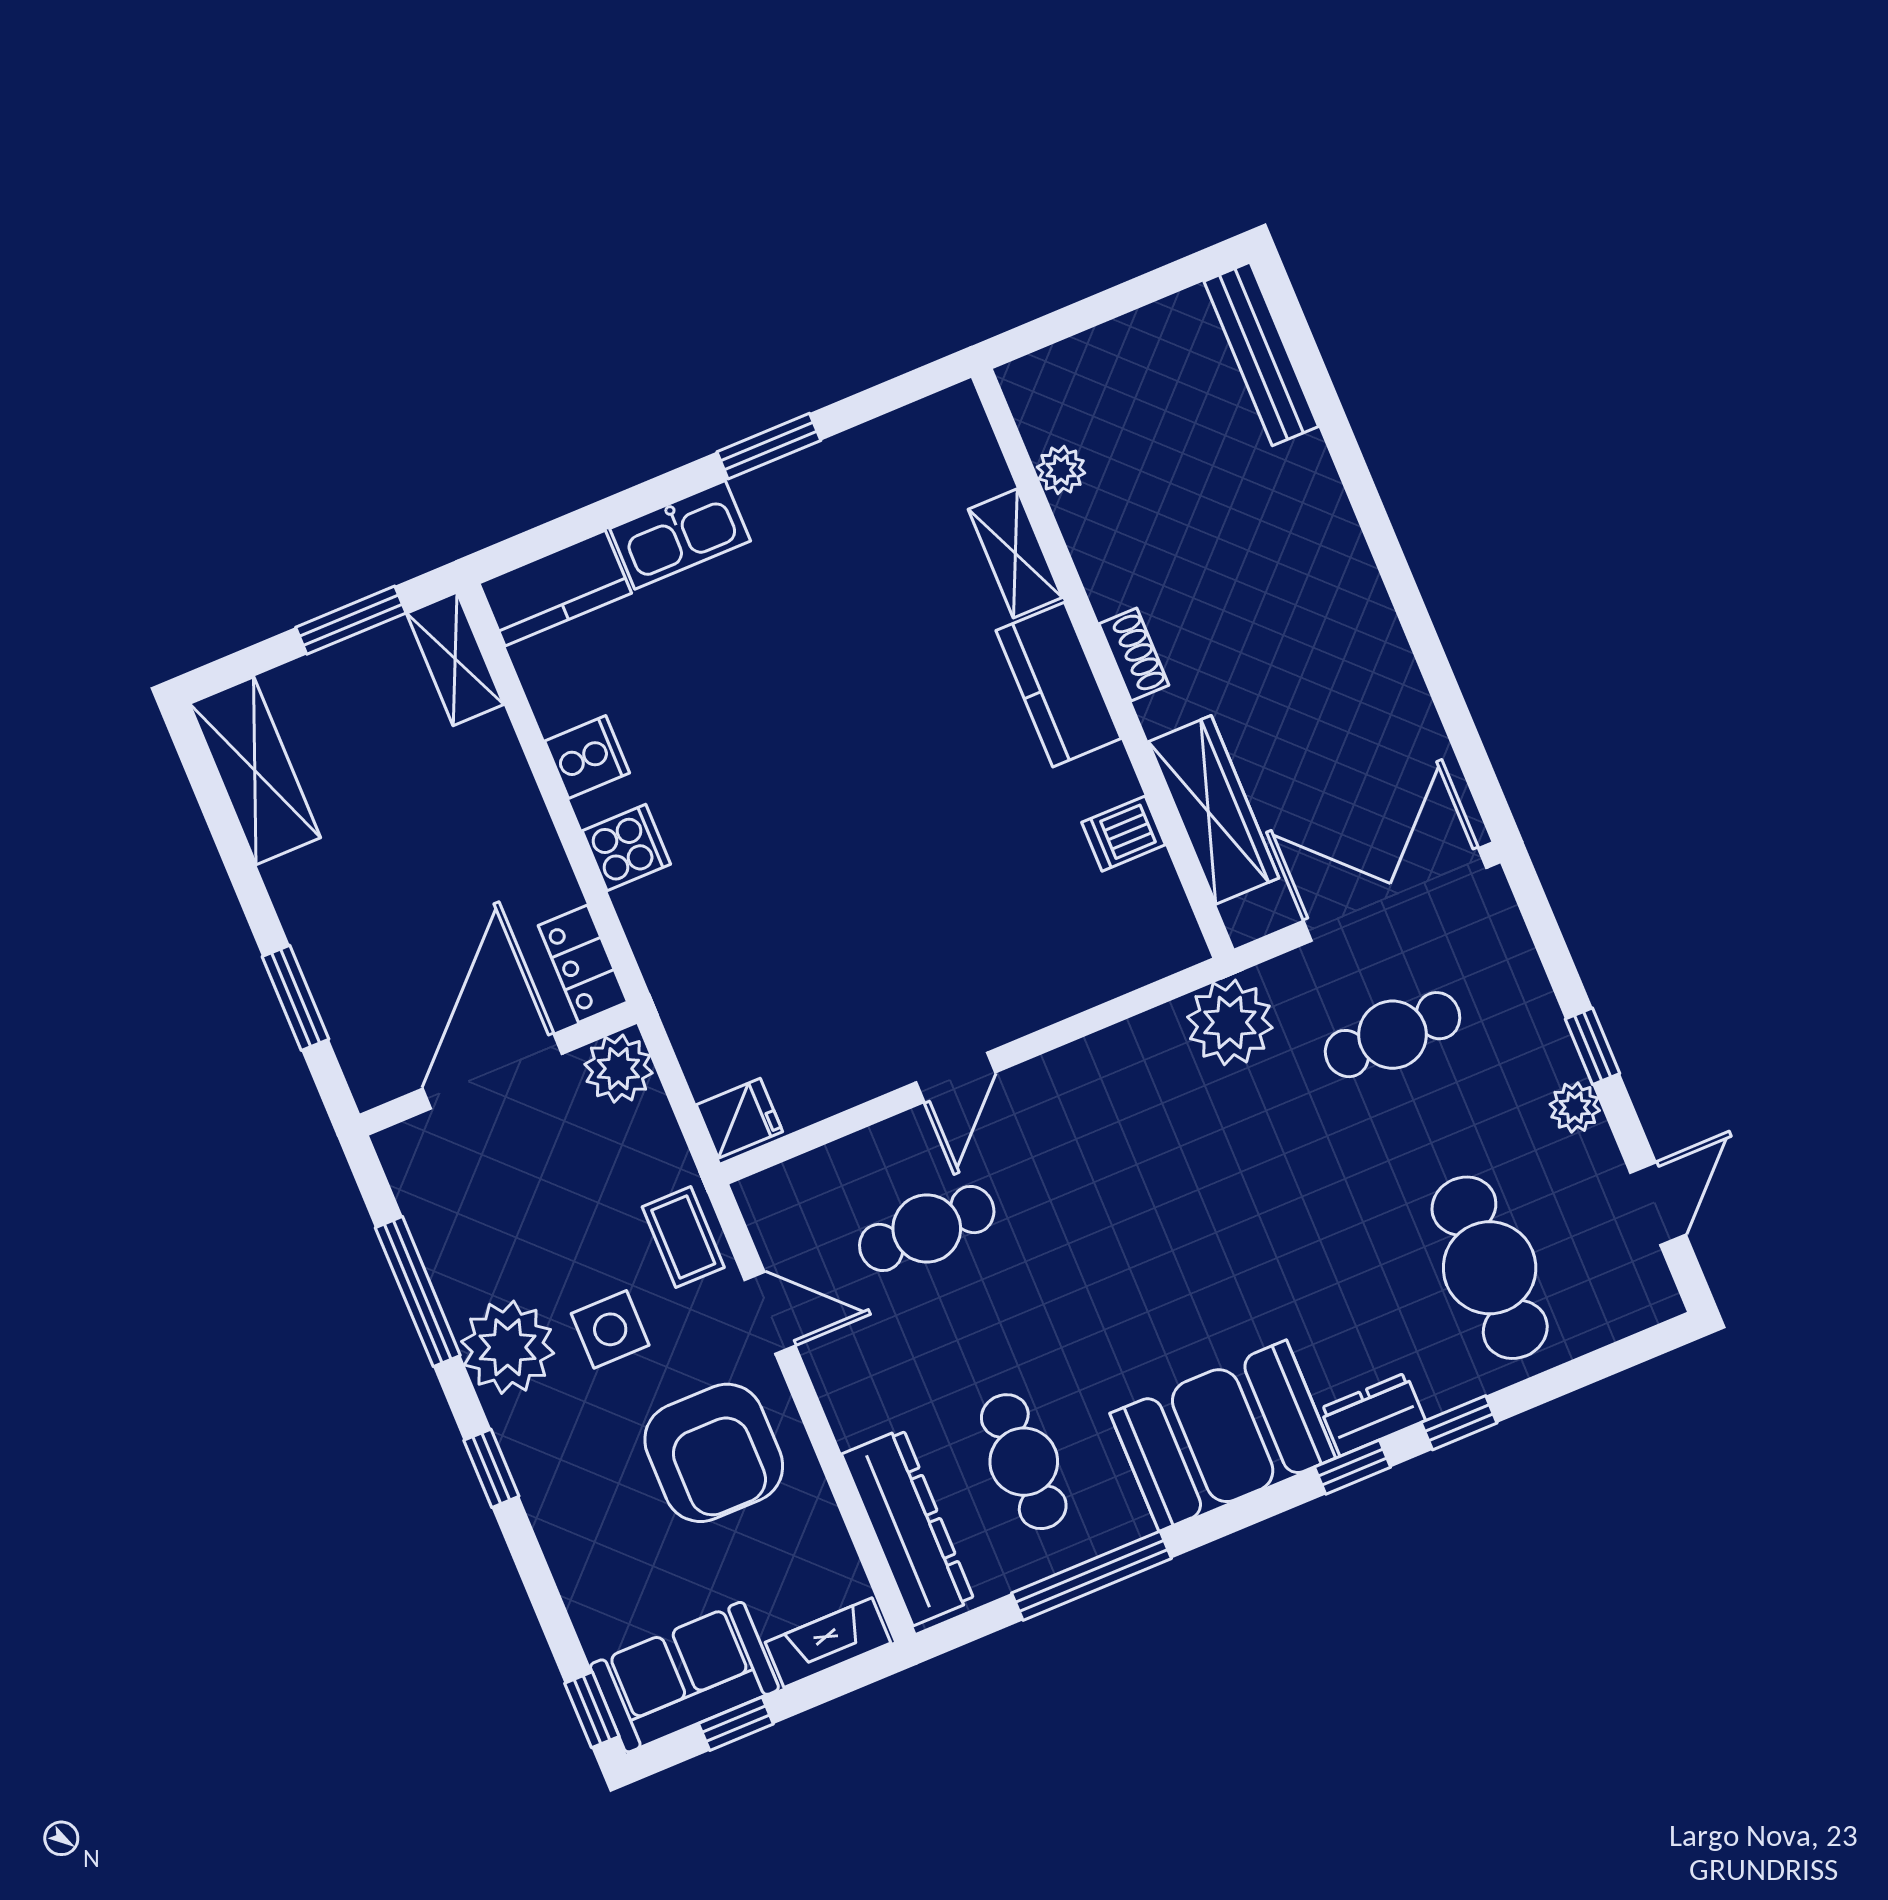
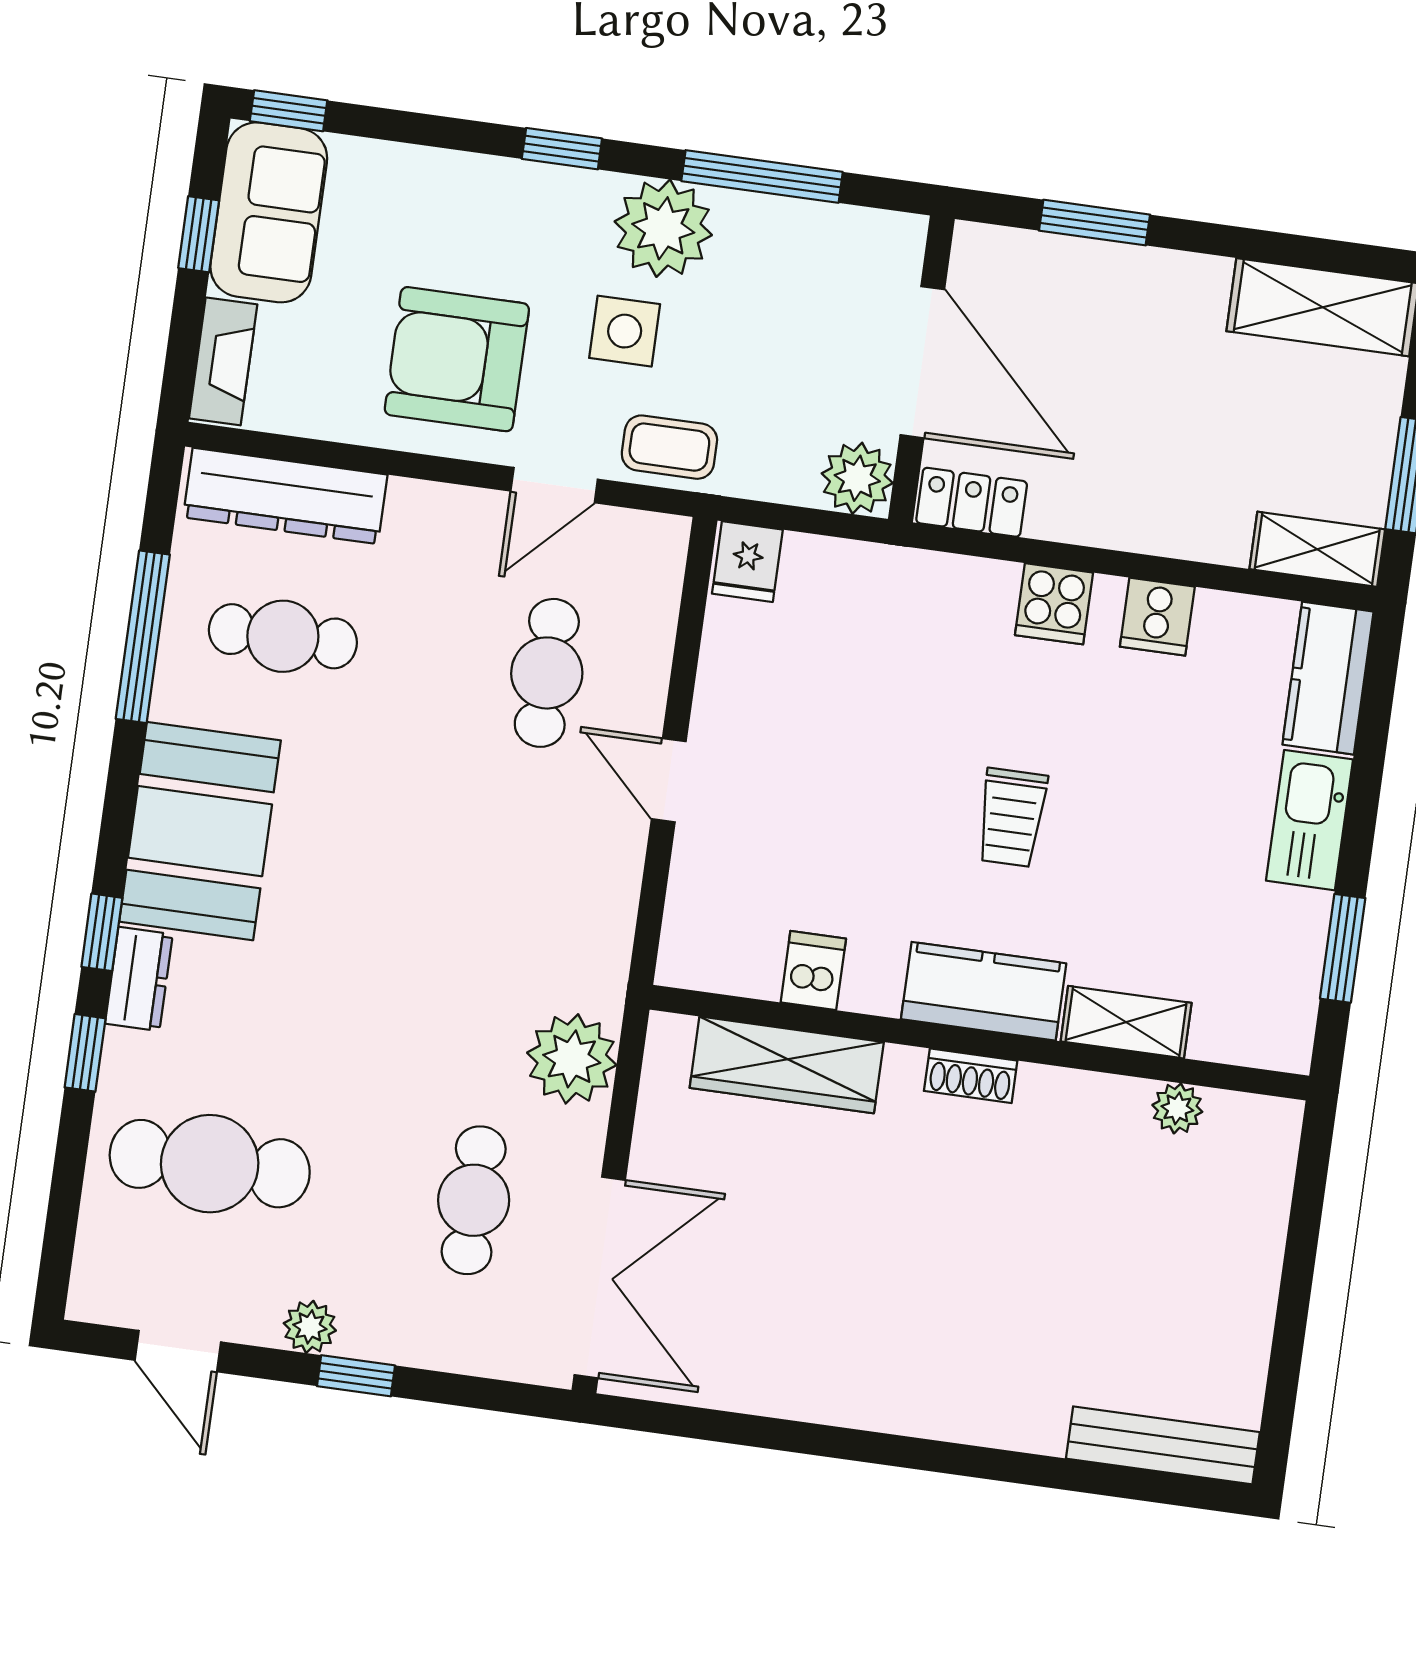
plant: (1061, 470) -> (1177, 1108), moved
shelving: (1015, 553) -> (1126, 1022), moved
shoe rack: (1134, 654) -> (971, 1076), moved
wall: (1103, 663) -> (979, 1043), moved
kitchen counter: (1059, 685) -> (984, 991), moved
trolley: (821, 779) -> (1012, 818), added
wardrobe: (1213, 810) -> (787, 1065), moved
dishwasher: (1124, 834) -> (813, 971), moved

